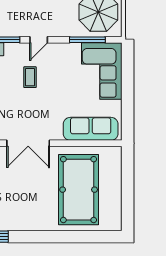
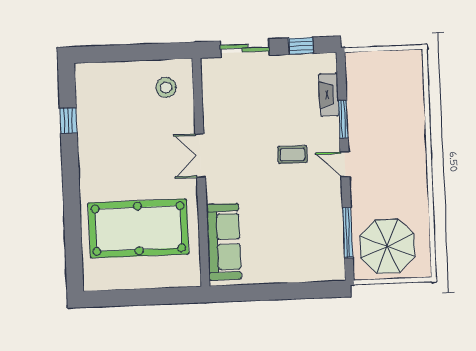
corner sofa: (102, 71) -> (305, 254), removed
double door: (28, 143) -> (200, 156), width x0.73

